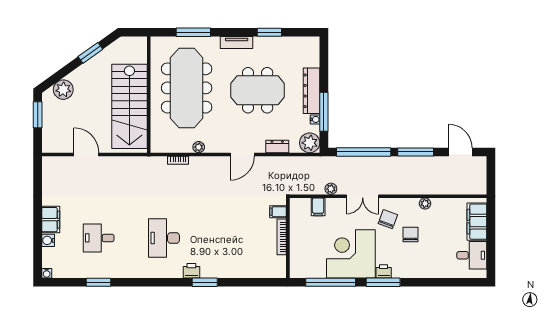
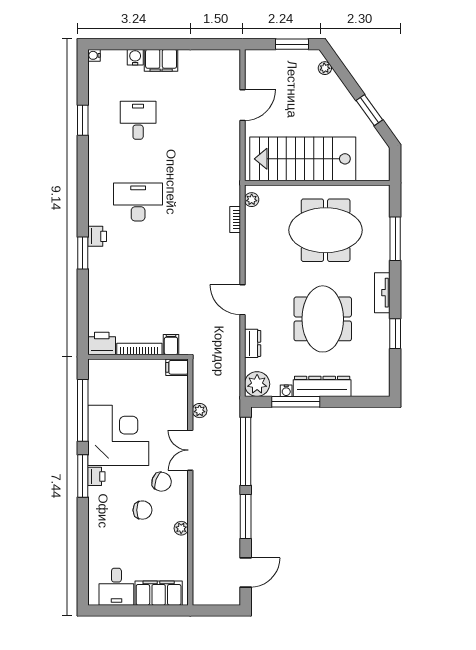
meeting table: (187, 88) -> (326, 230), width x0.73
plant: (63, 90) -> (325, 68), width x0.53, depth x0.53
plant: (199, 147) -> (252, 200), moved
filing cabinet: (318, 207) -> (177, 367), moved
printer: (277, 267) -> (102, 343), added

